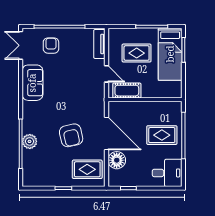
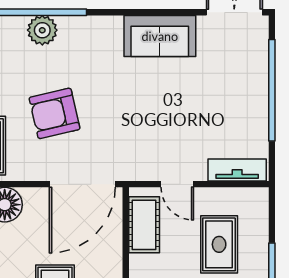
armchair: (51, 46) -> (234, 73), removed
door: (106, 74) -> (177, 184), hinge flipped
door: (106, 134) -> (82, 184), moved

